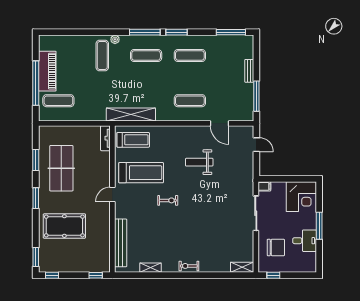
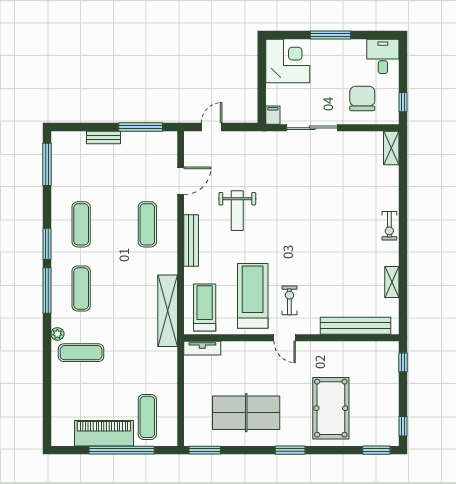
bench: (179, 131) -> (191, 241), added
window: (36, 160) -> (205, 450), moved
exercise bike: (168, 200) -> (289, 300), moved
desk: (305, 241) -> (383, 56), moved

